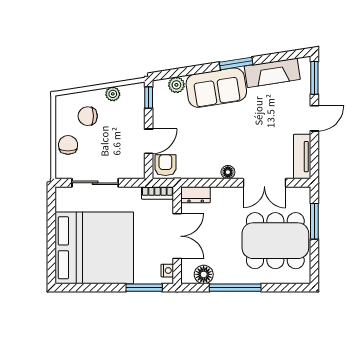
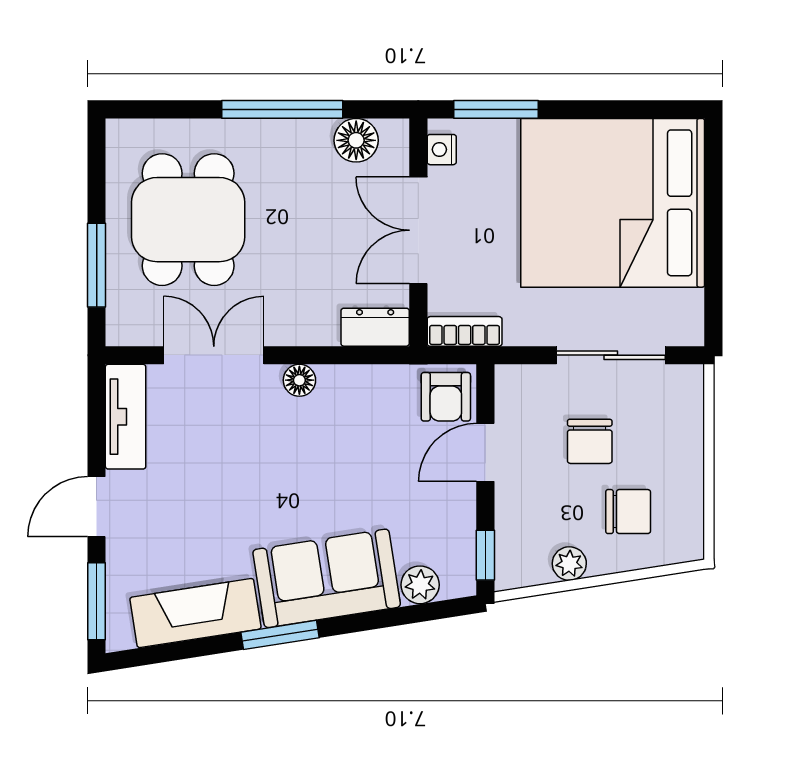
chair: (68, 145) -> (590, 441), moved
dining table: (275, 241) -> (188, 220), width x0.73

